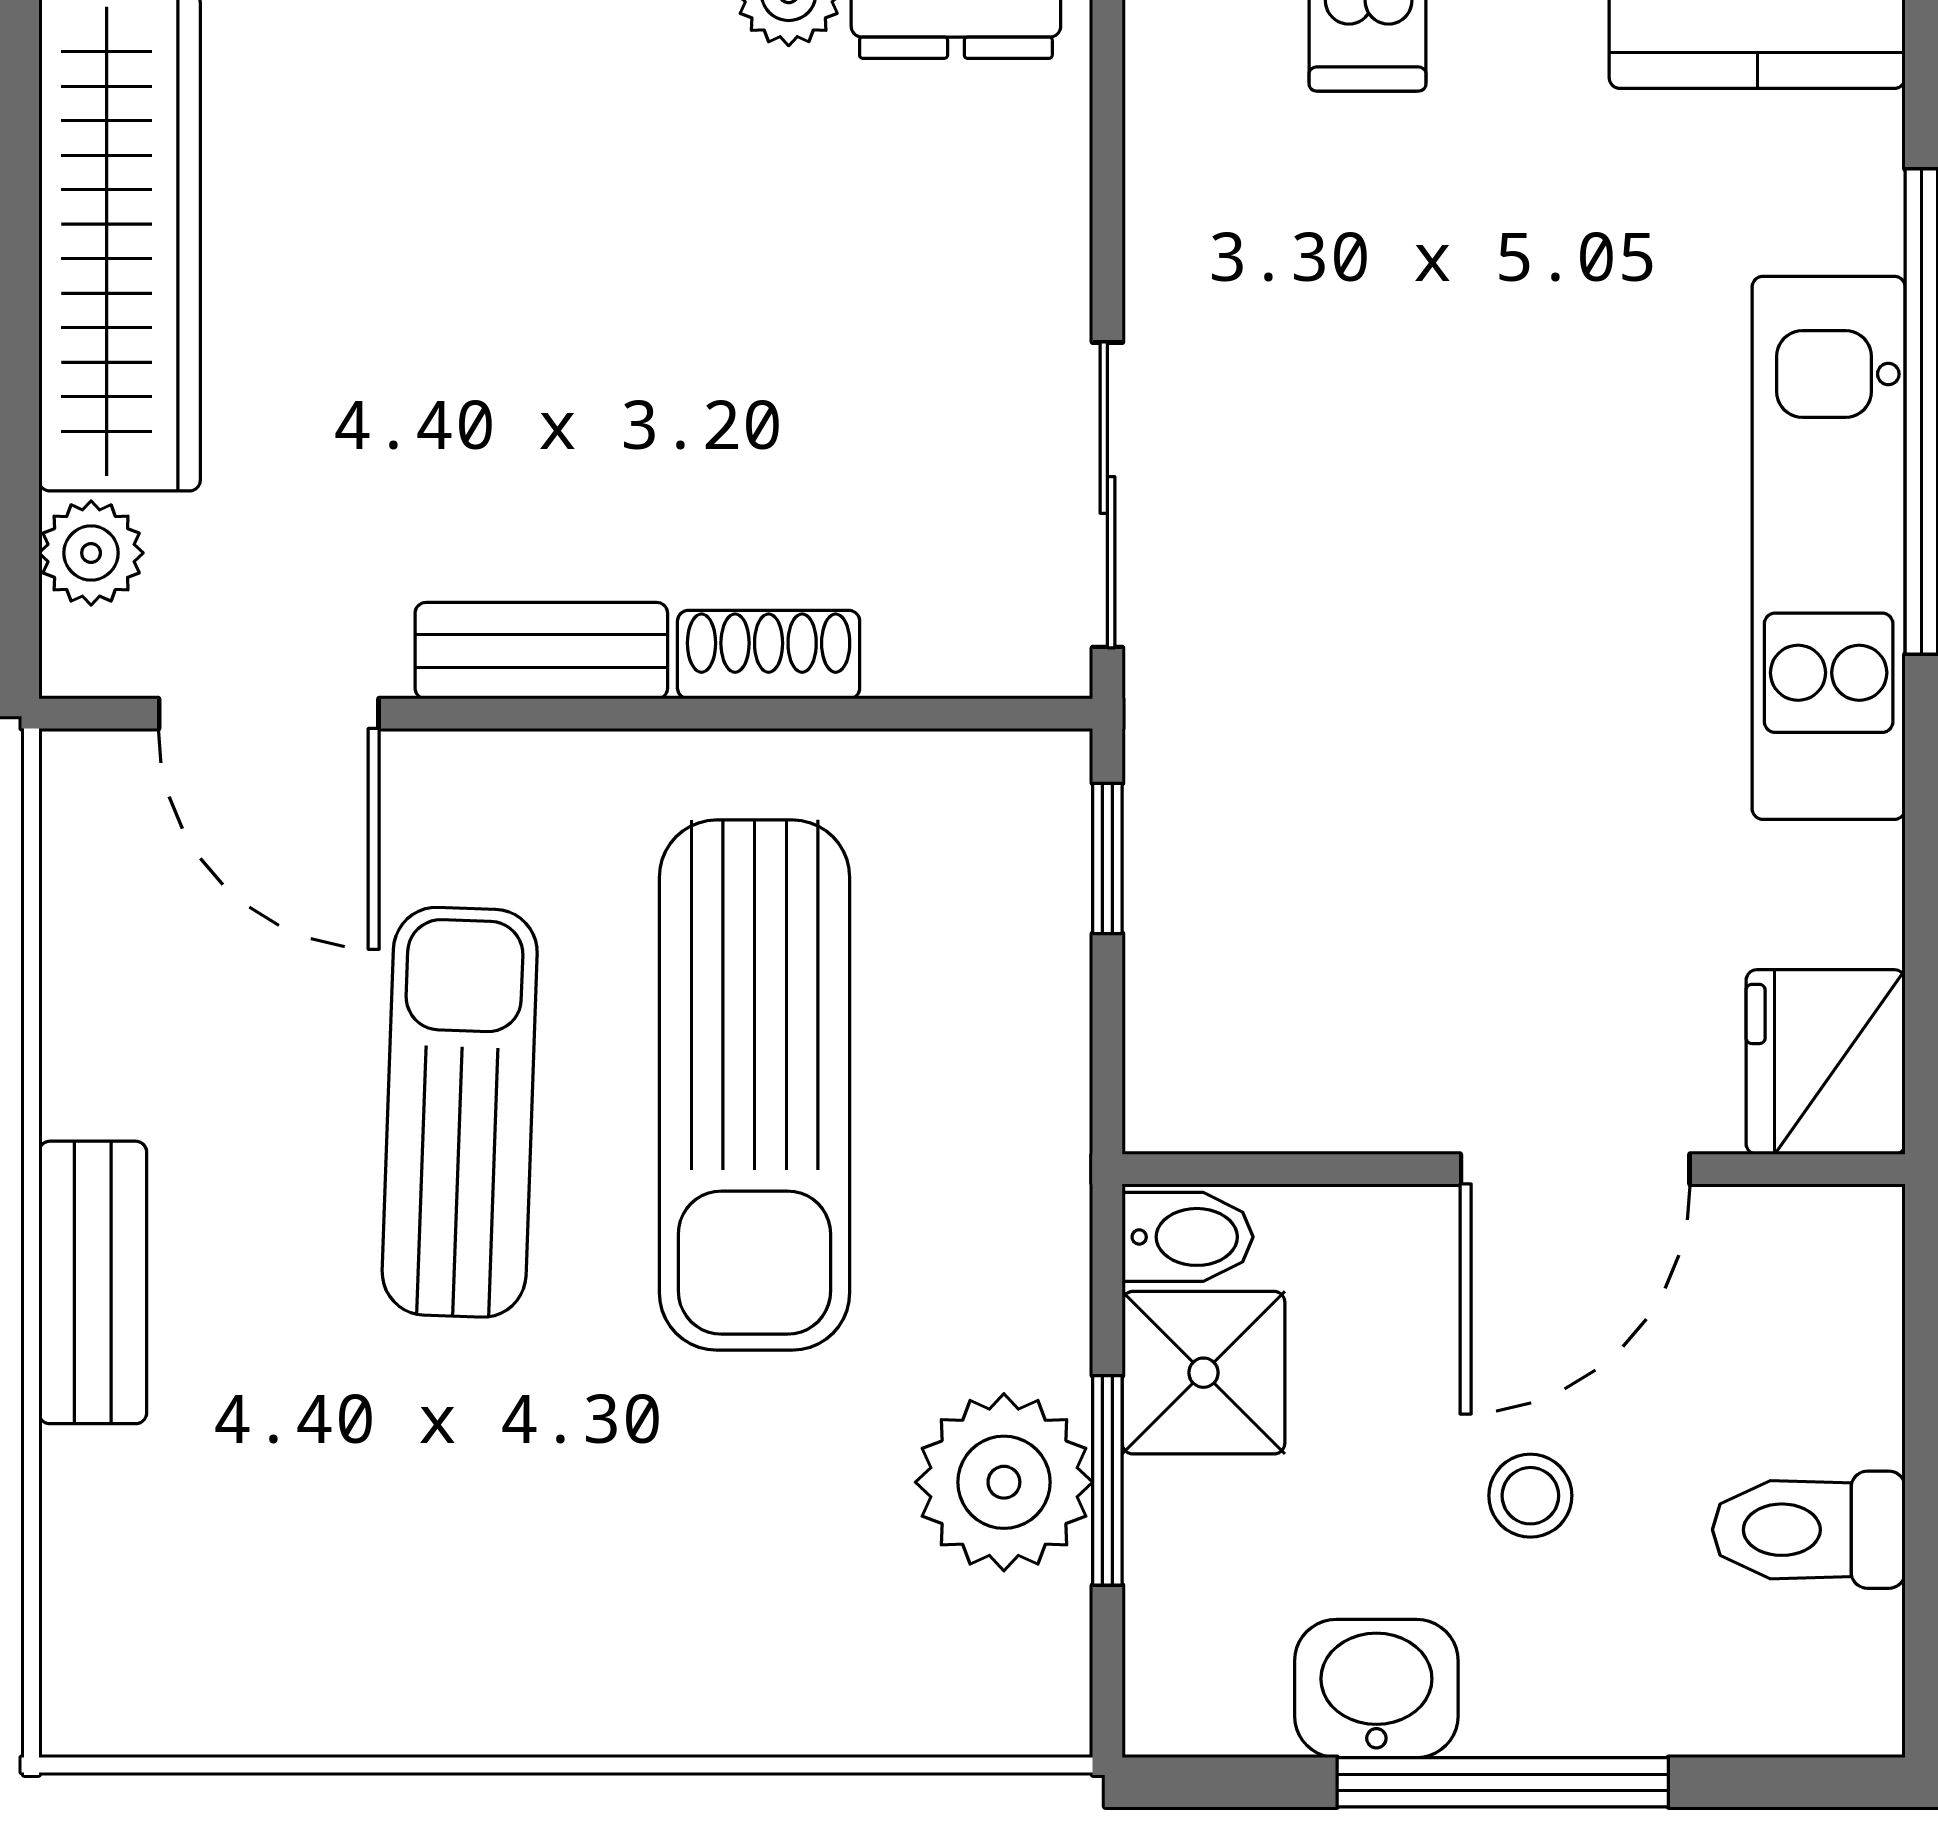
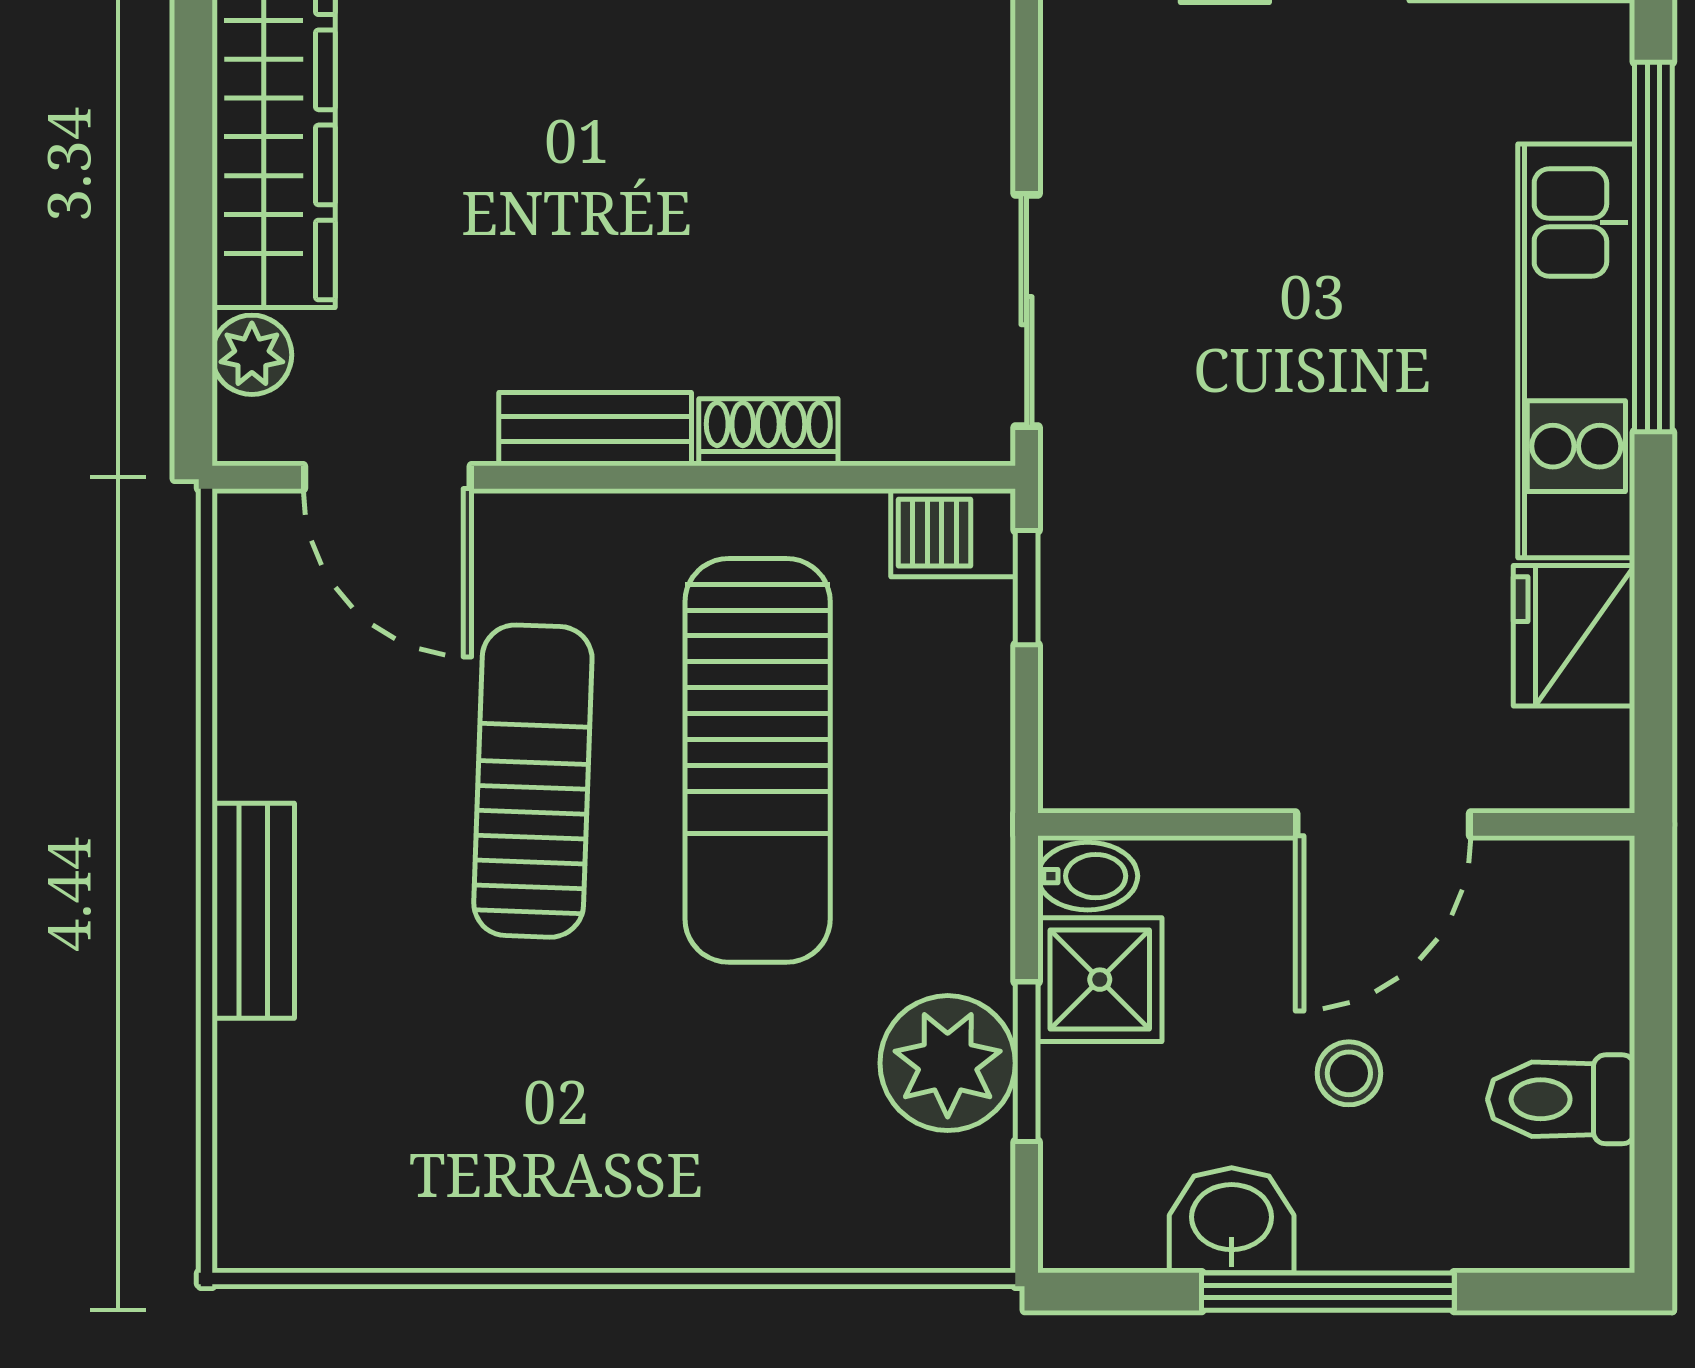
barbecue: (1011, 786) -> (953, 533), added
fridge: (1826, 1062) -> (1574, 636), moved

